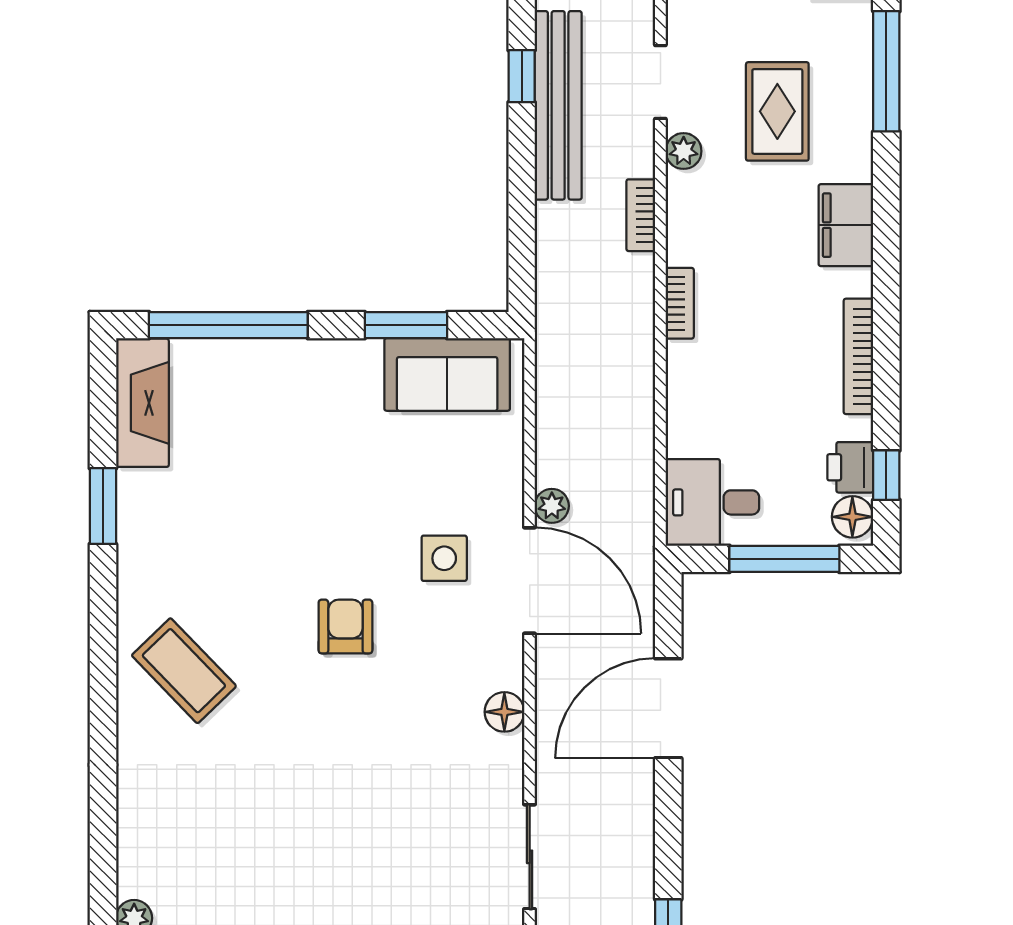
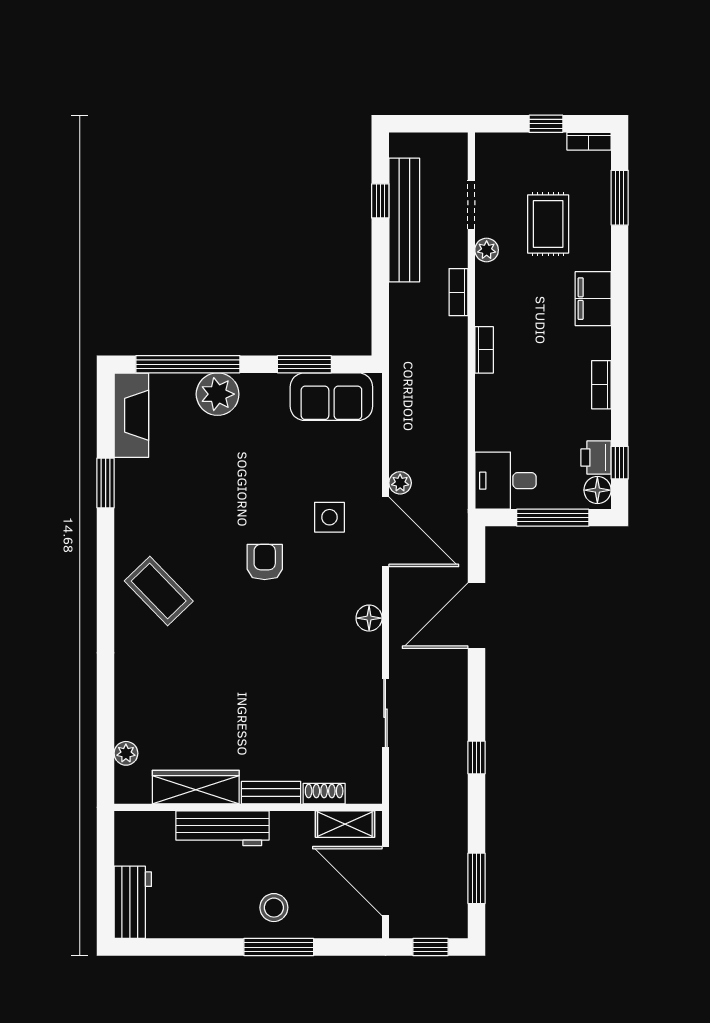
window: (886, 71) -> (620, 198), width x0.69
bookcase: (858, 356) -> (601, 385), width x0.64
plant: (274, 371) -> (218, 394), added

